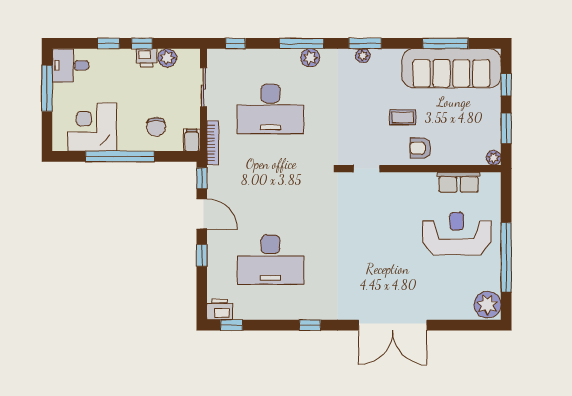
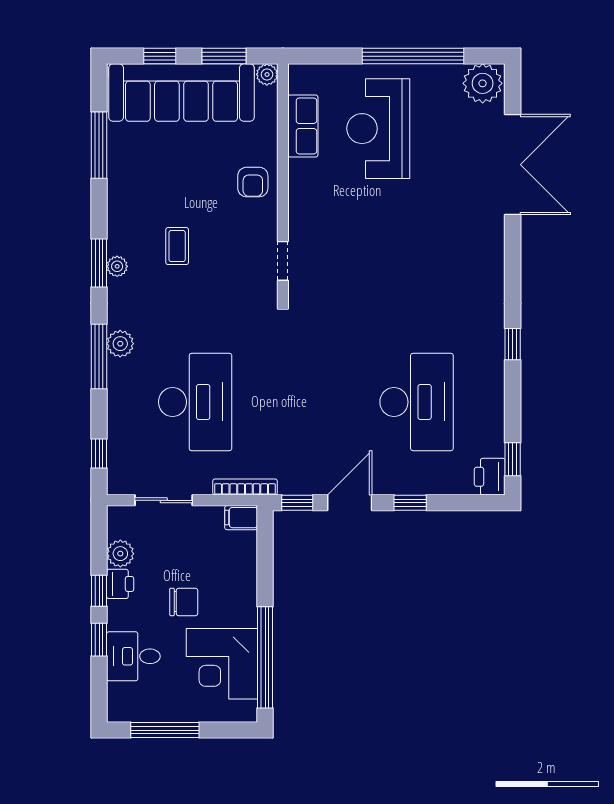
desk: (70, 65) -> (133, 656), moved, turned 90
sofa: (451, 68) -> (181, 93), moved, turned 90
coffee table: (403, 117) -> (177, 246), moved
chair: (156, 127) -> (184, 602), moved
window: (120, 156) -> (265, 657), moved
double door: (393, 325) -> (513, 165), moved

